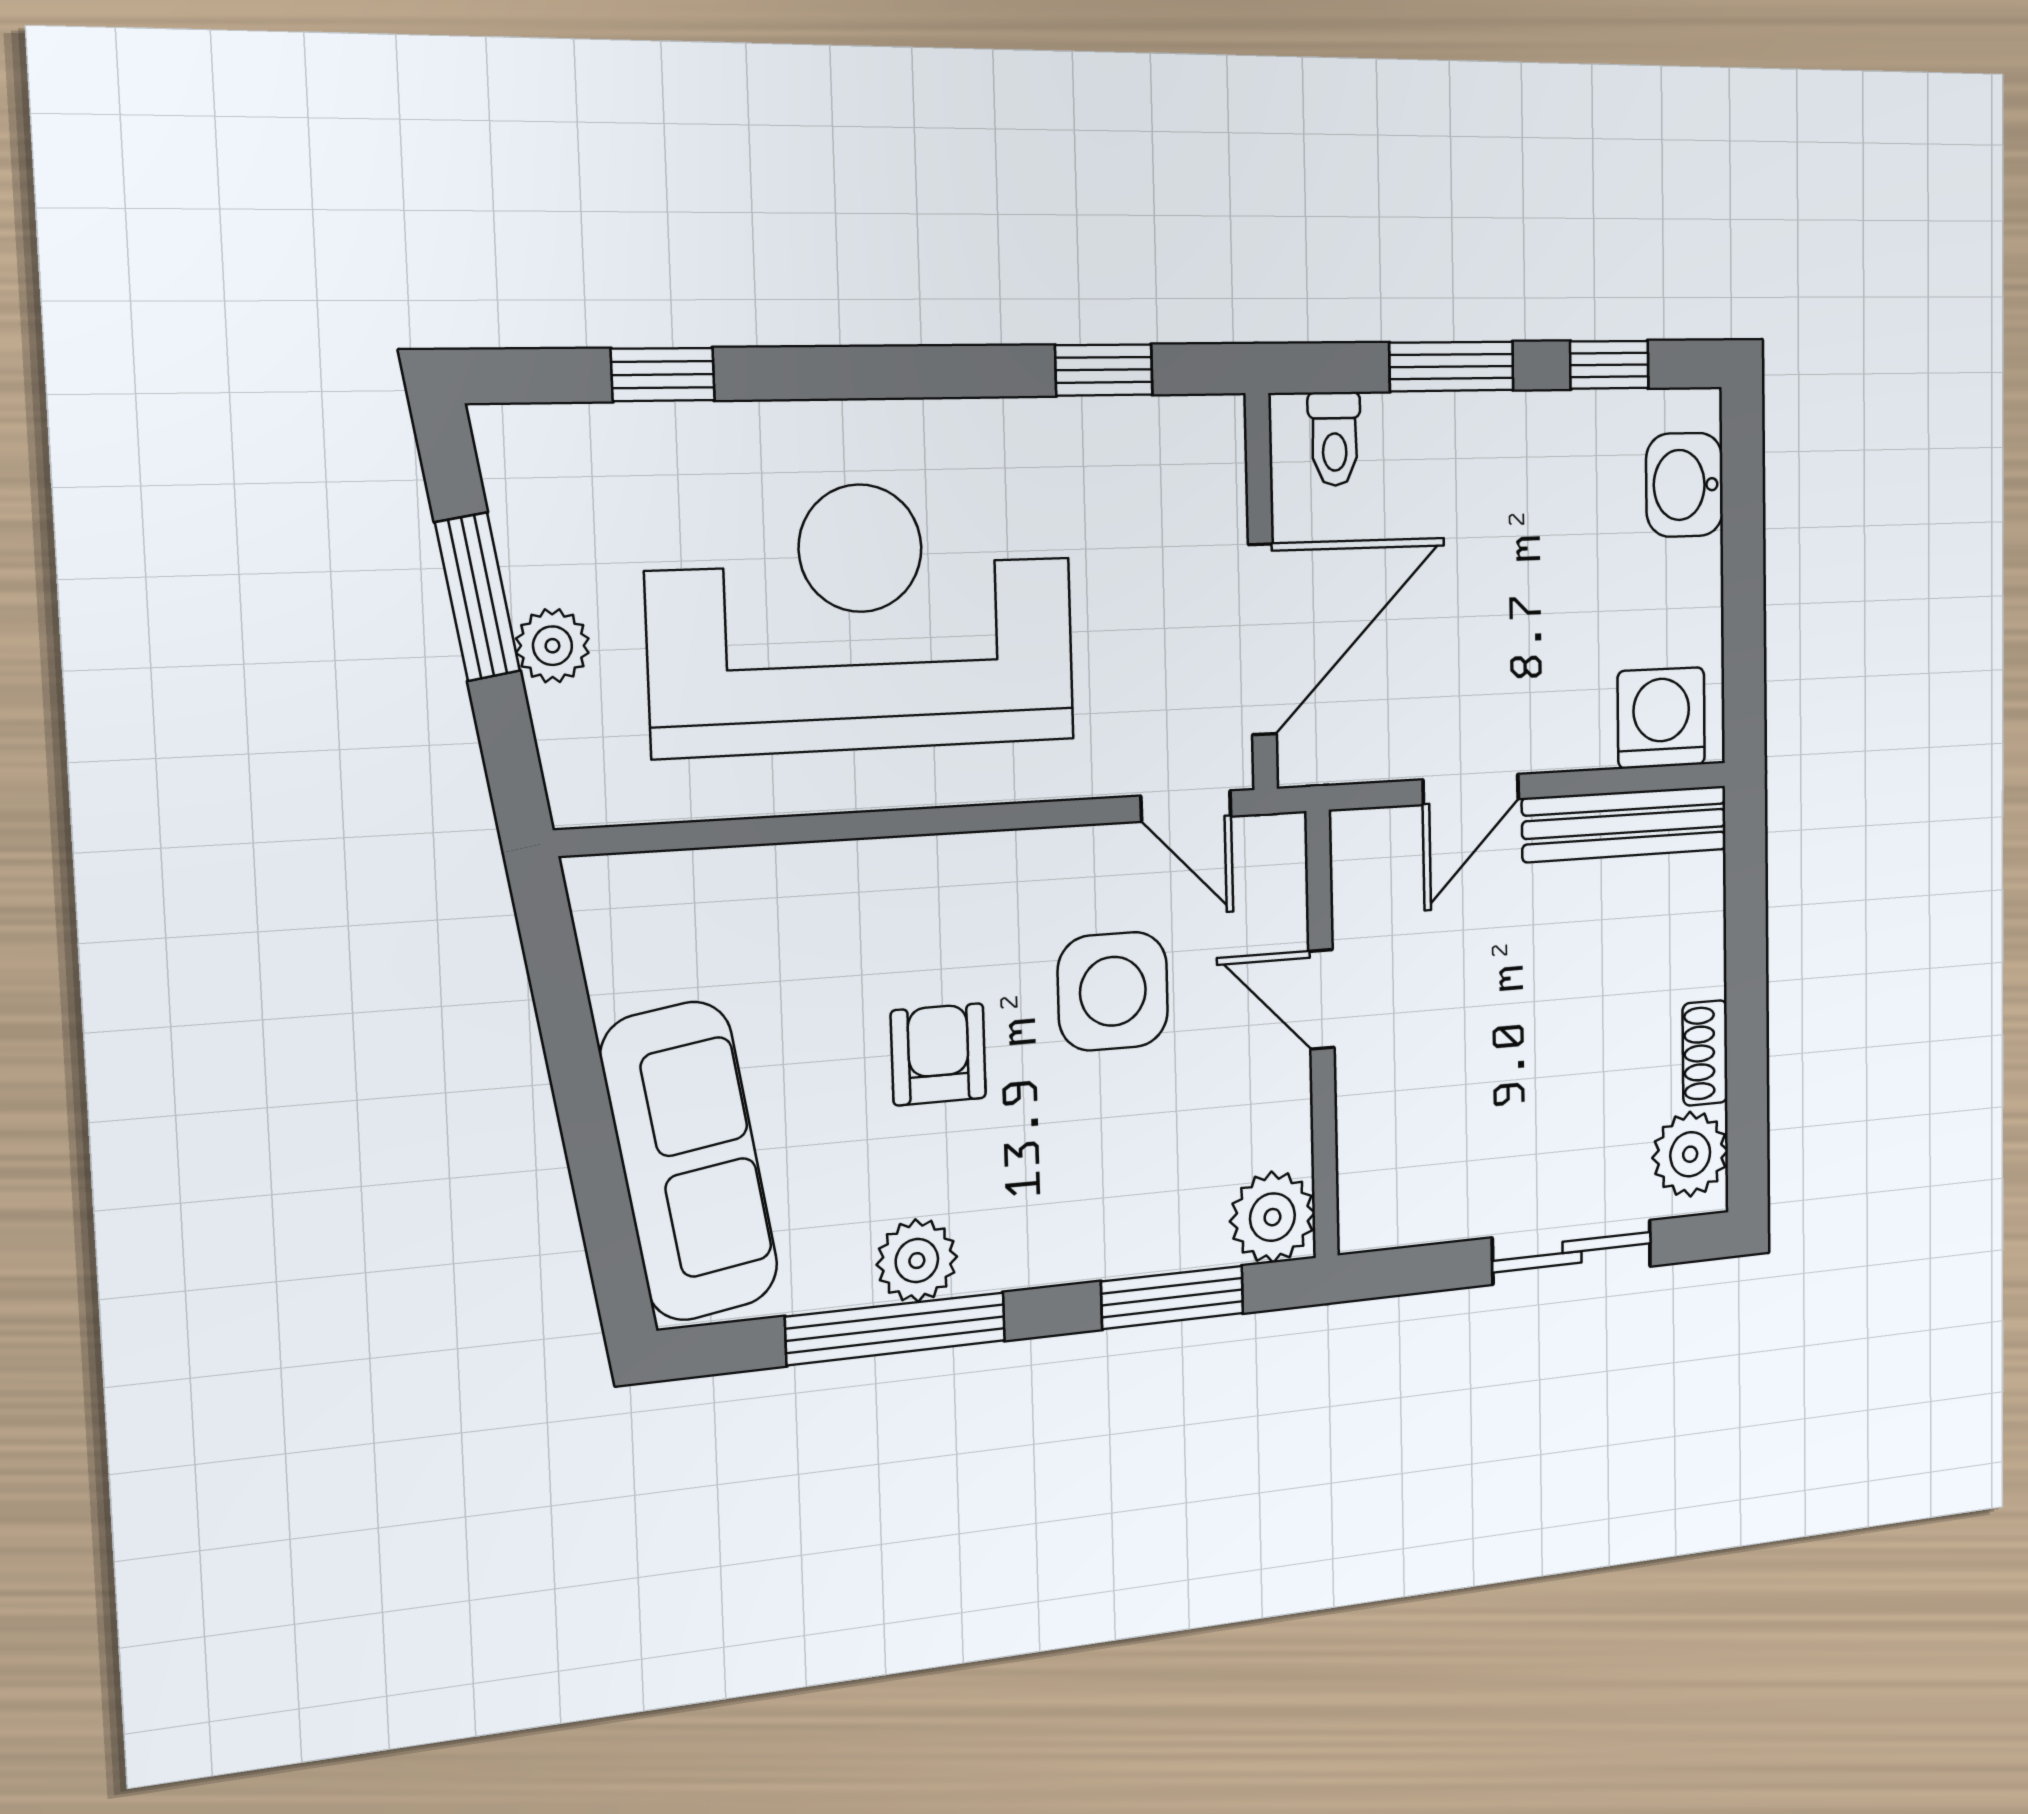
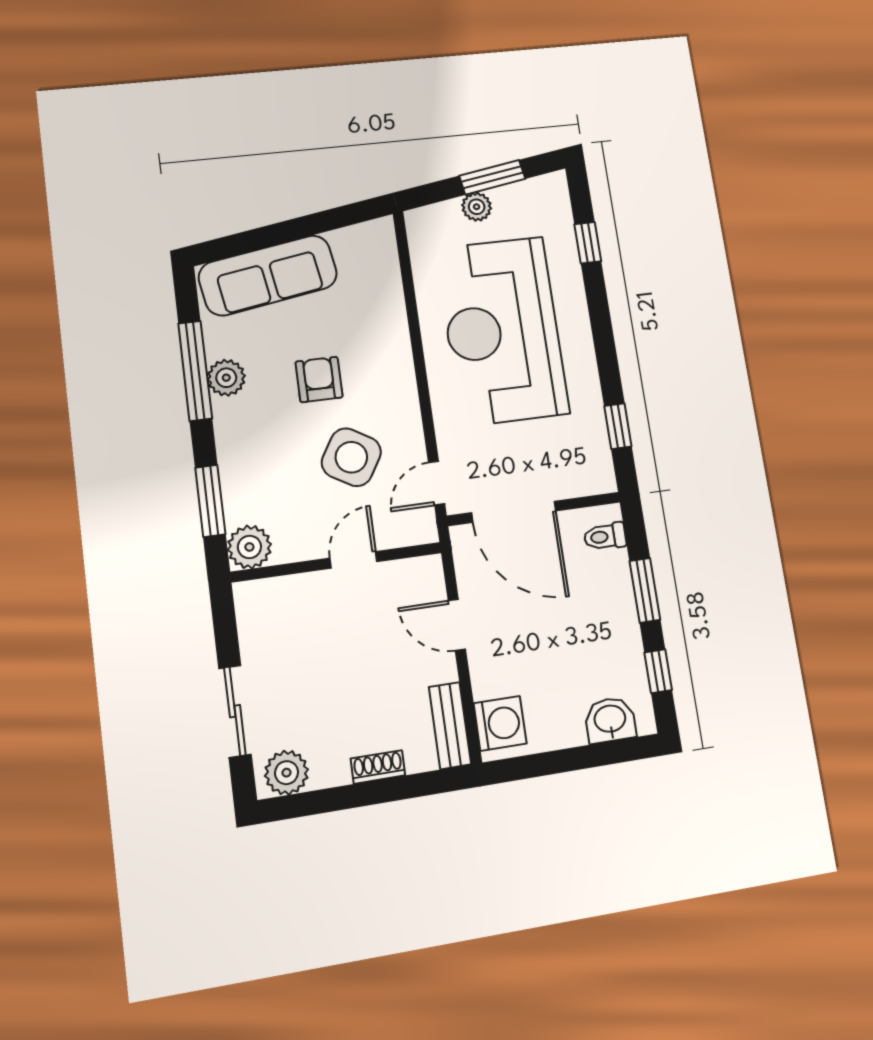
reception desk: (863, 617) -> (502, 331), turned 180
bench: (1625, 824) -> (450, 726), width x0.73
side table: (1113, 991) -> (351, 457), turned 31
shoe rack: (1705, 1053) -> (378, 767), moved
armchair: (938, 1054) -> (319, 379), turned -90

